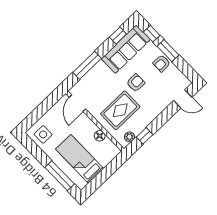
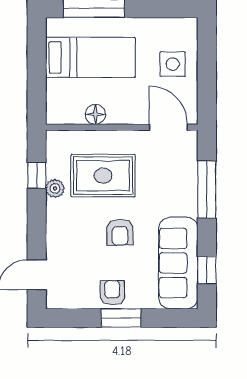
window: (152, 34) -> (165, 318), removed
rug: (120, 110) -> (103, 176), turned 90
side table: (43, 134) -> (173, 64), moved
plant: (129, 137) -> (55, 188), moved

